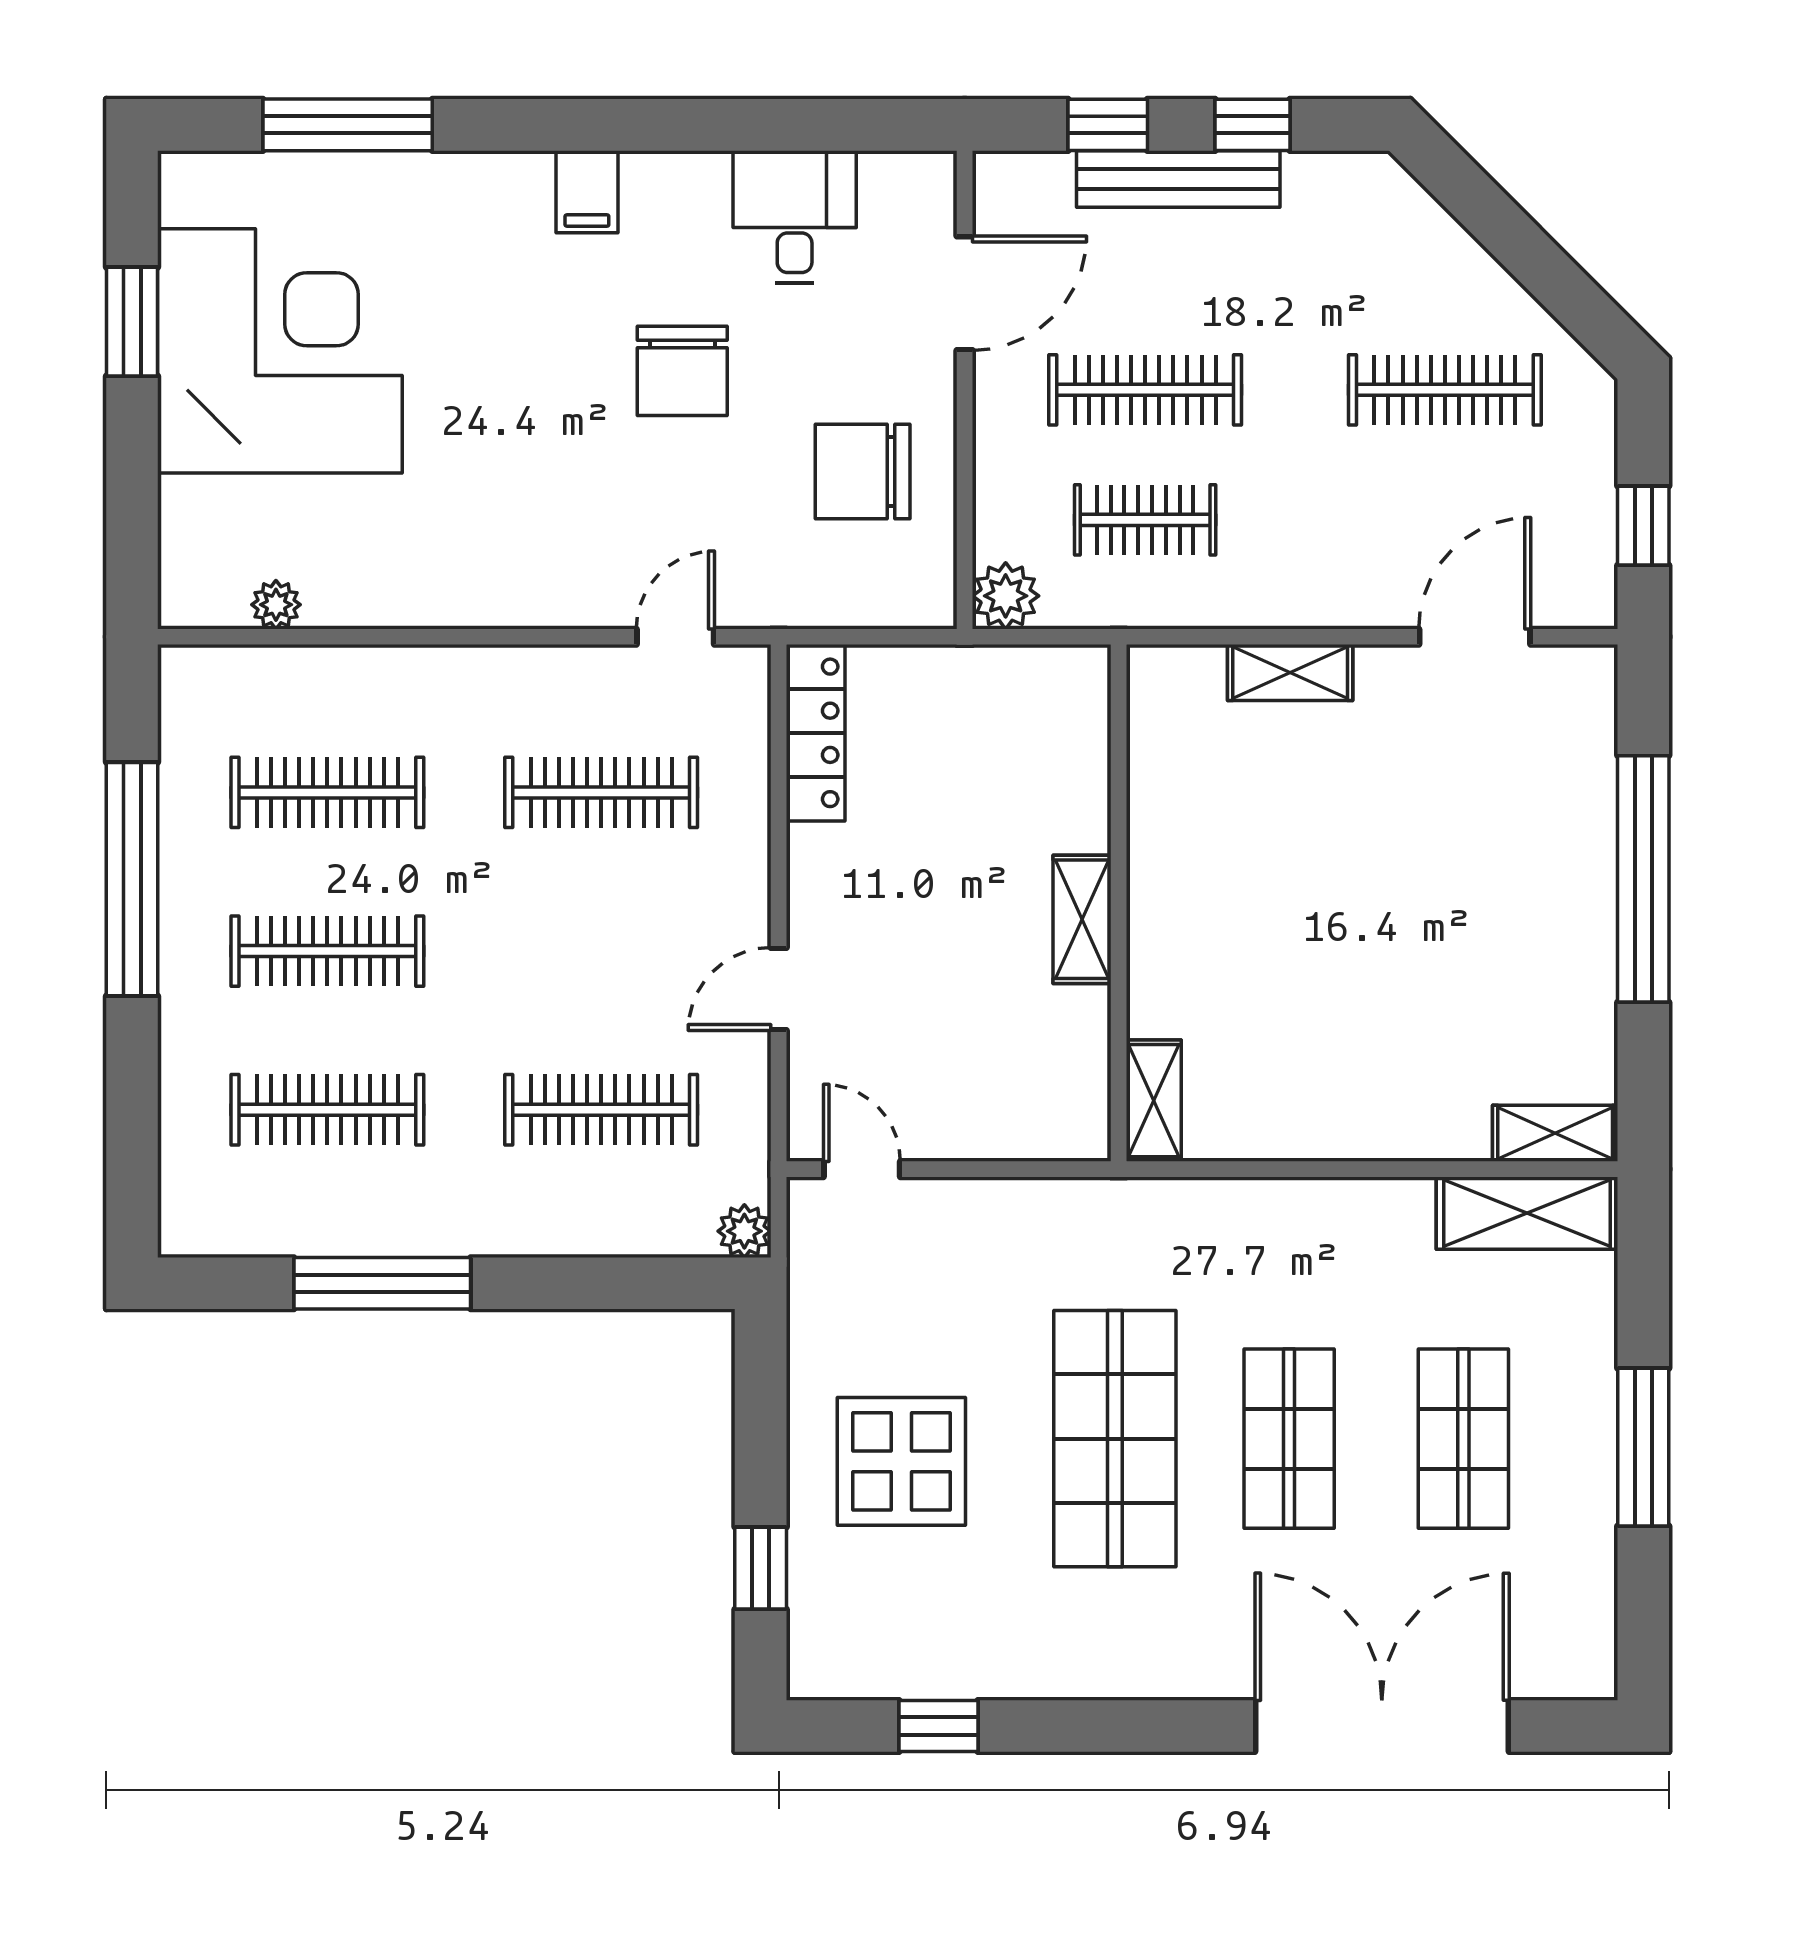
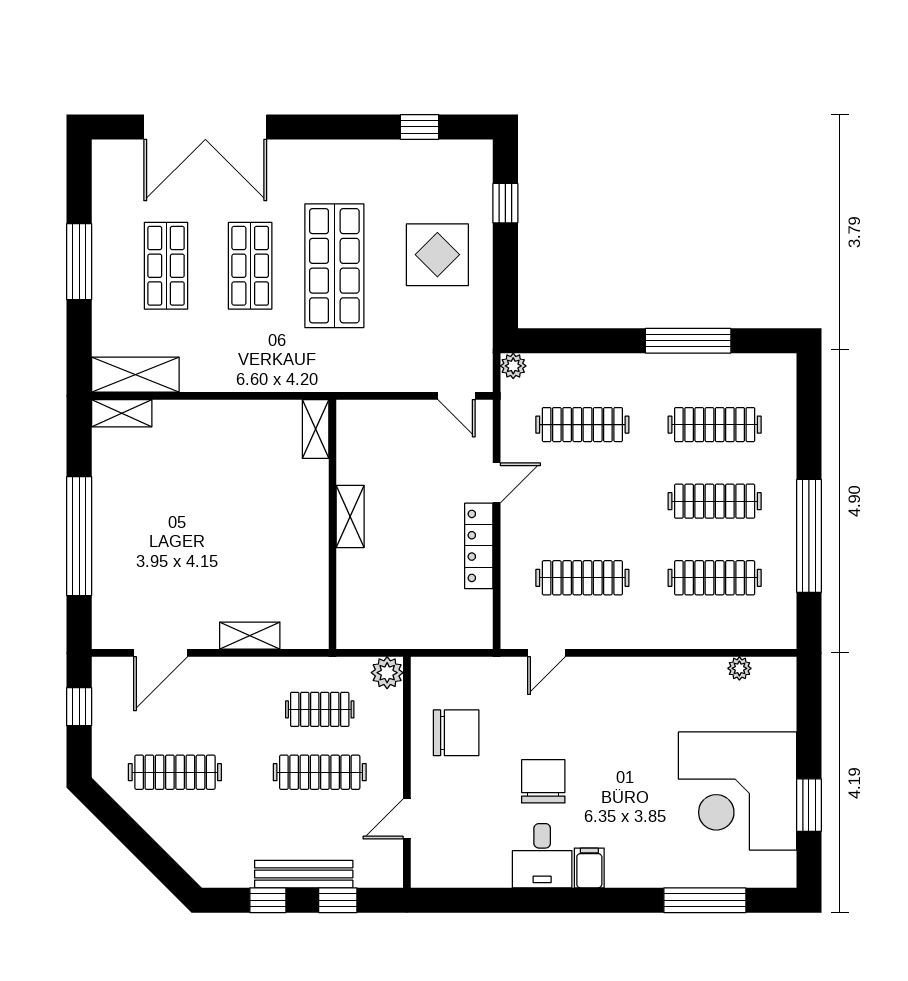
desk: (795, 217) -> (542, 856), moved
door: (965, 293) -> (407, 819), width x0.73
locker: (816, 733) -> (479, 546), moved

